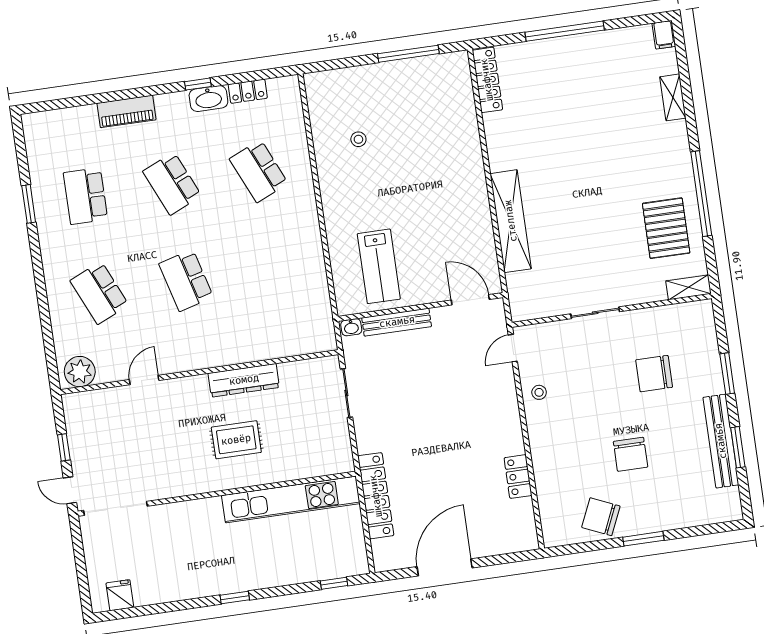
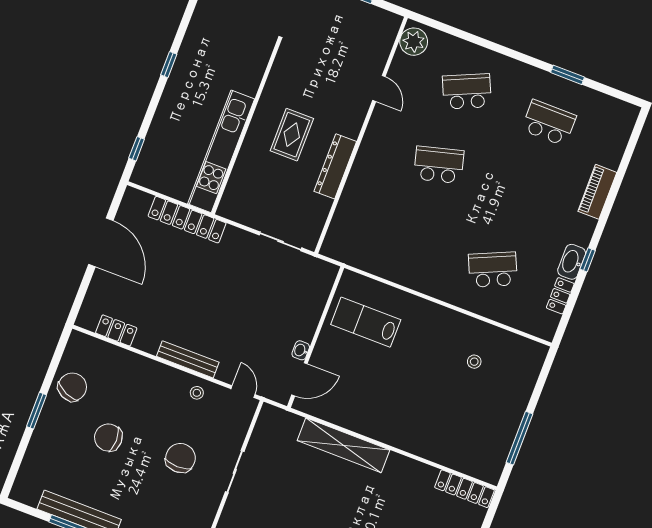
school desk: (172, 184) -> (521, 196), removed
bench: (397, 322) -> (188, 359), moved, turned 90
washbasin: (351, 327) -> (301, 350), moved
chair: (654, 374) -> (180, 458), moved
locker: (518, 477) -> (116, 330), moved

